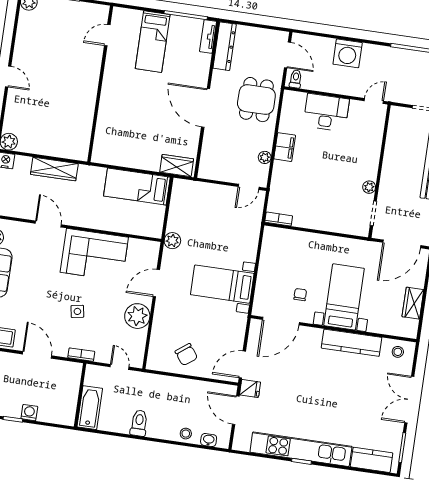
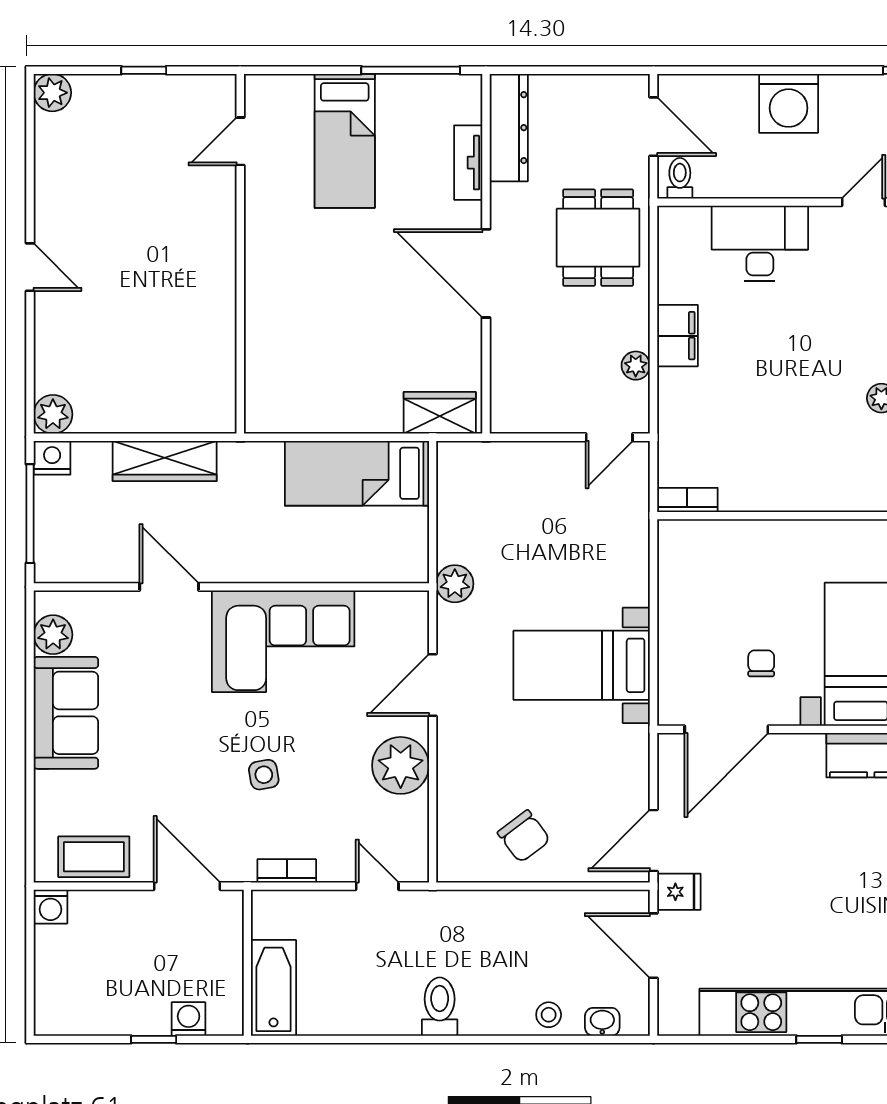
tv unit: (208, 36) -> (468, 163), moved
wall: (80, 395) -> (247, 963), moved
bathtub: (90, 408) -> (273, 988), moved

